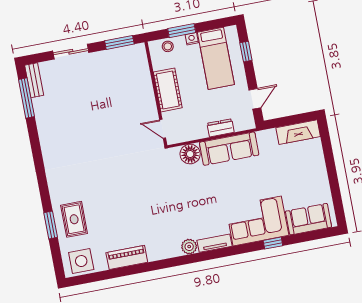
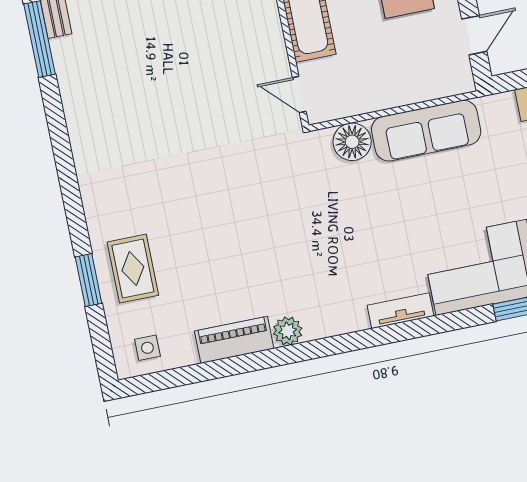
dresser: (221, 128) -> (409, 91), removed
plant: (189, 247) -> (288, 331), moved
side table: (81, 261) -> (147, 348), width x0.54, depth x0.54

